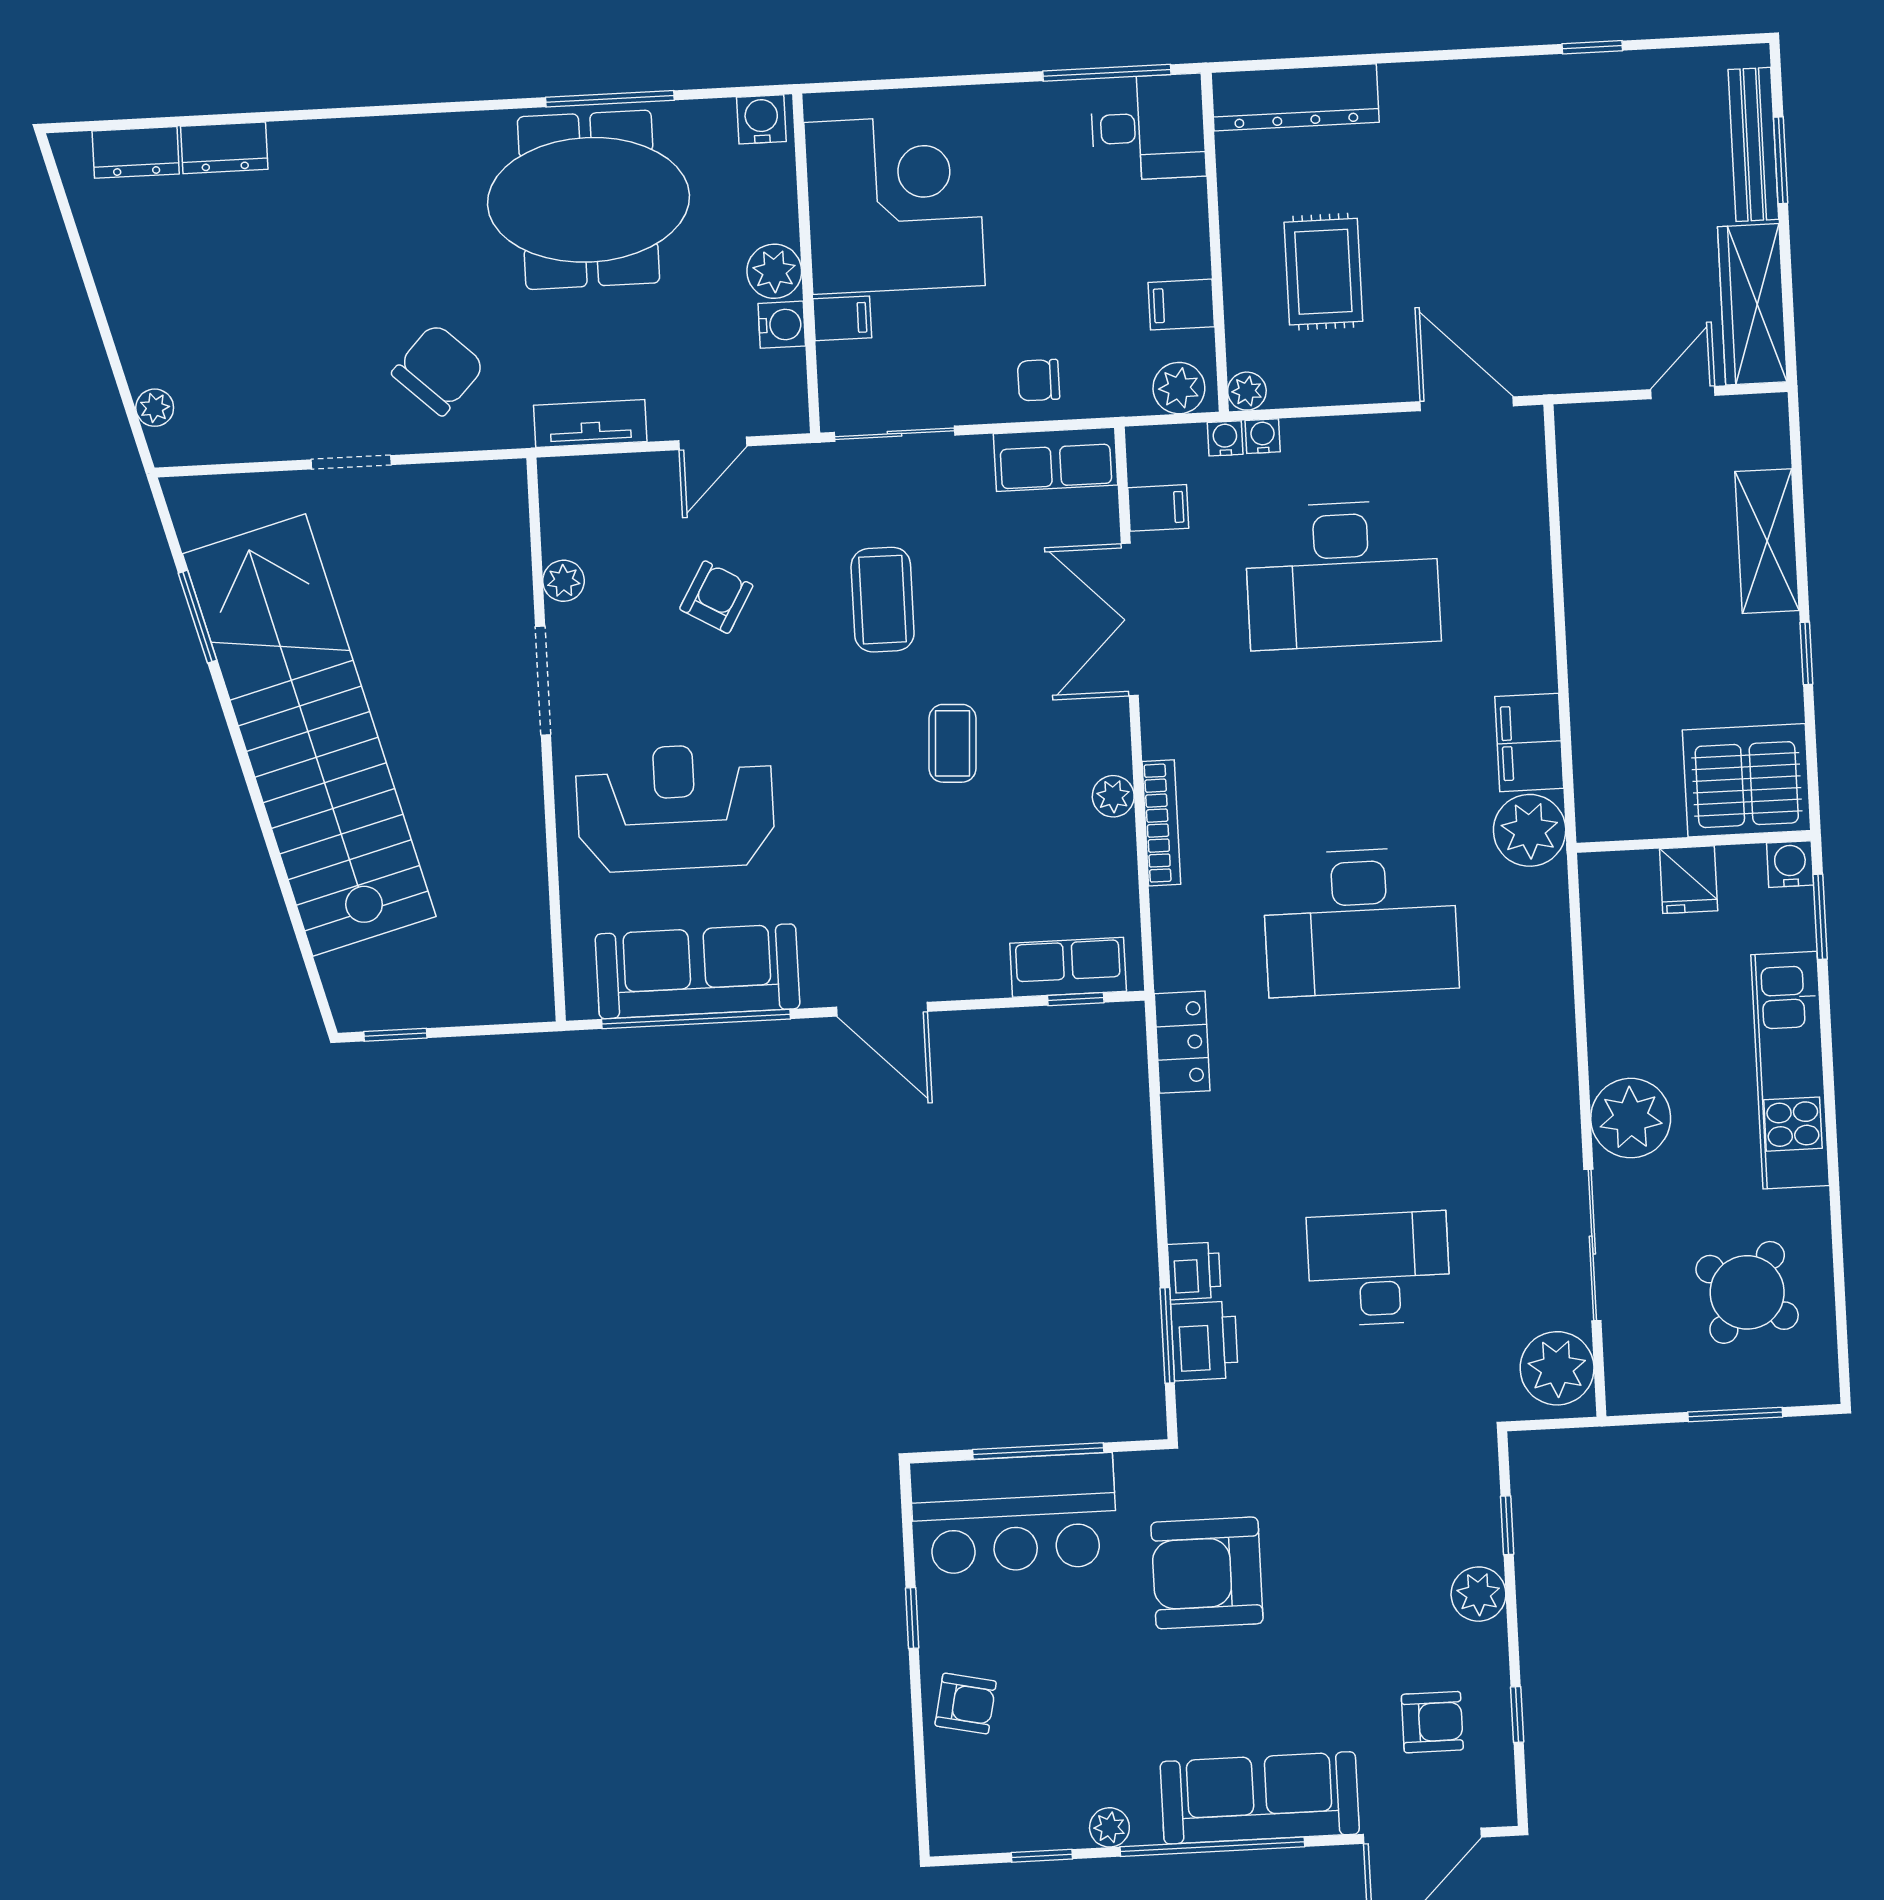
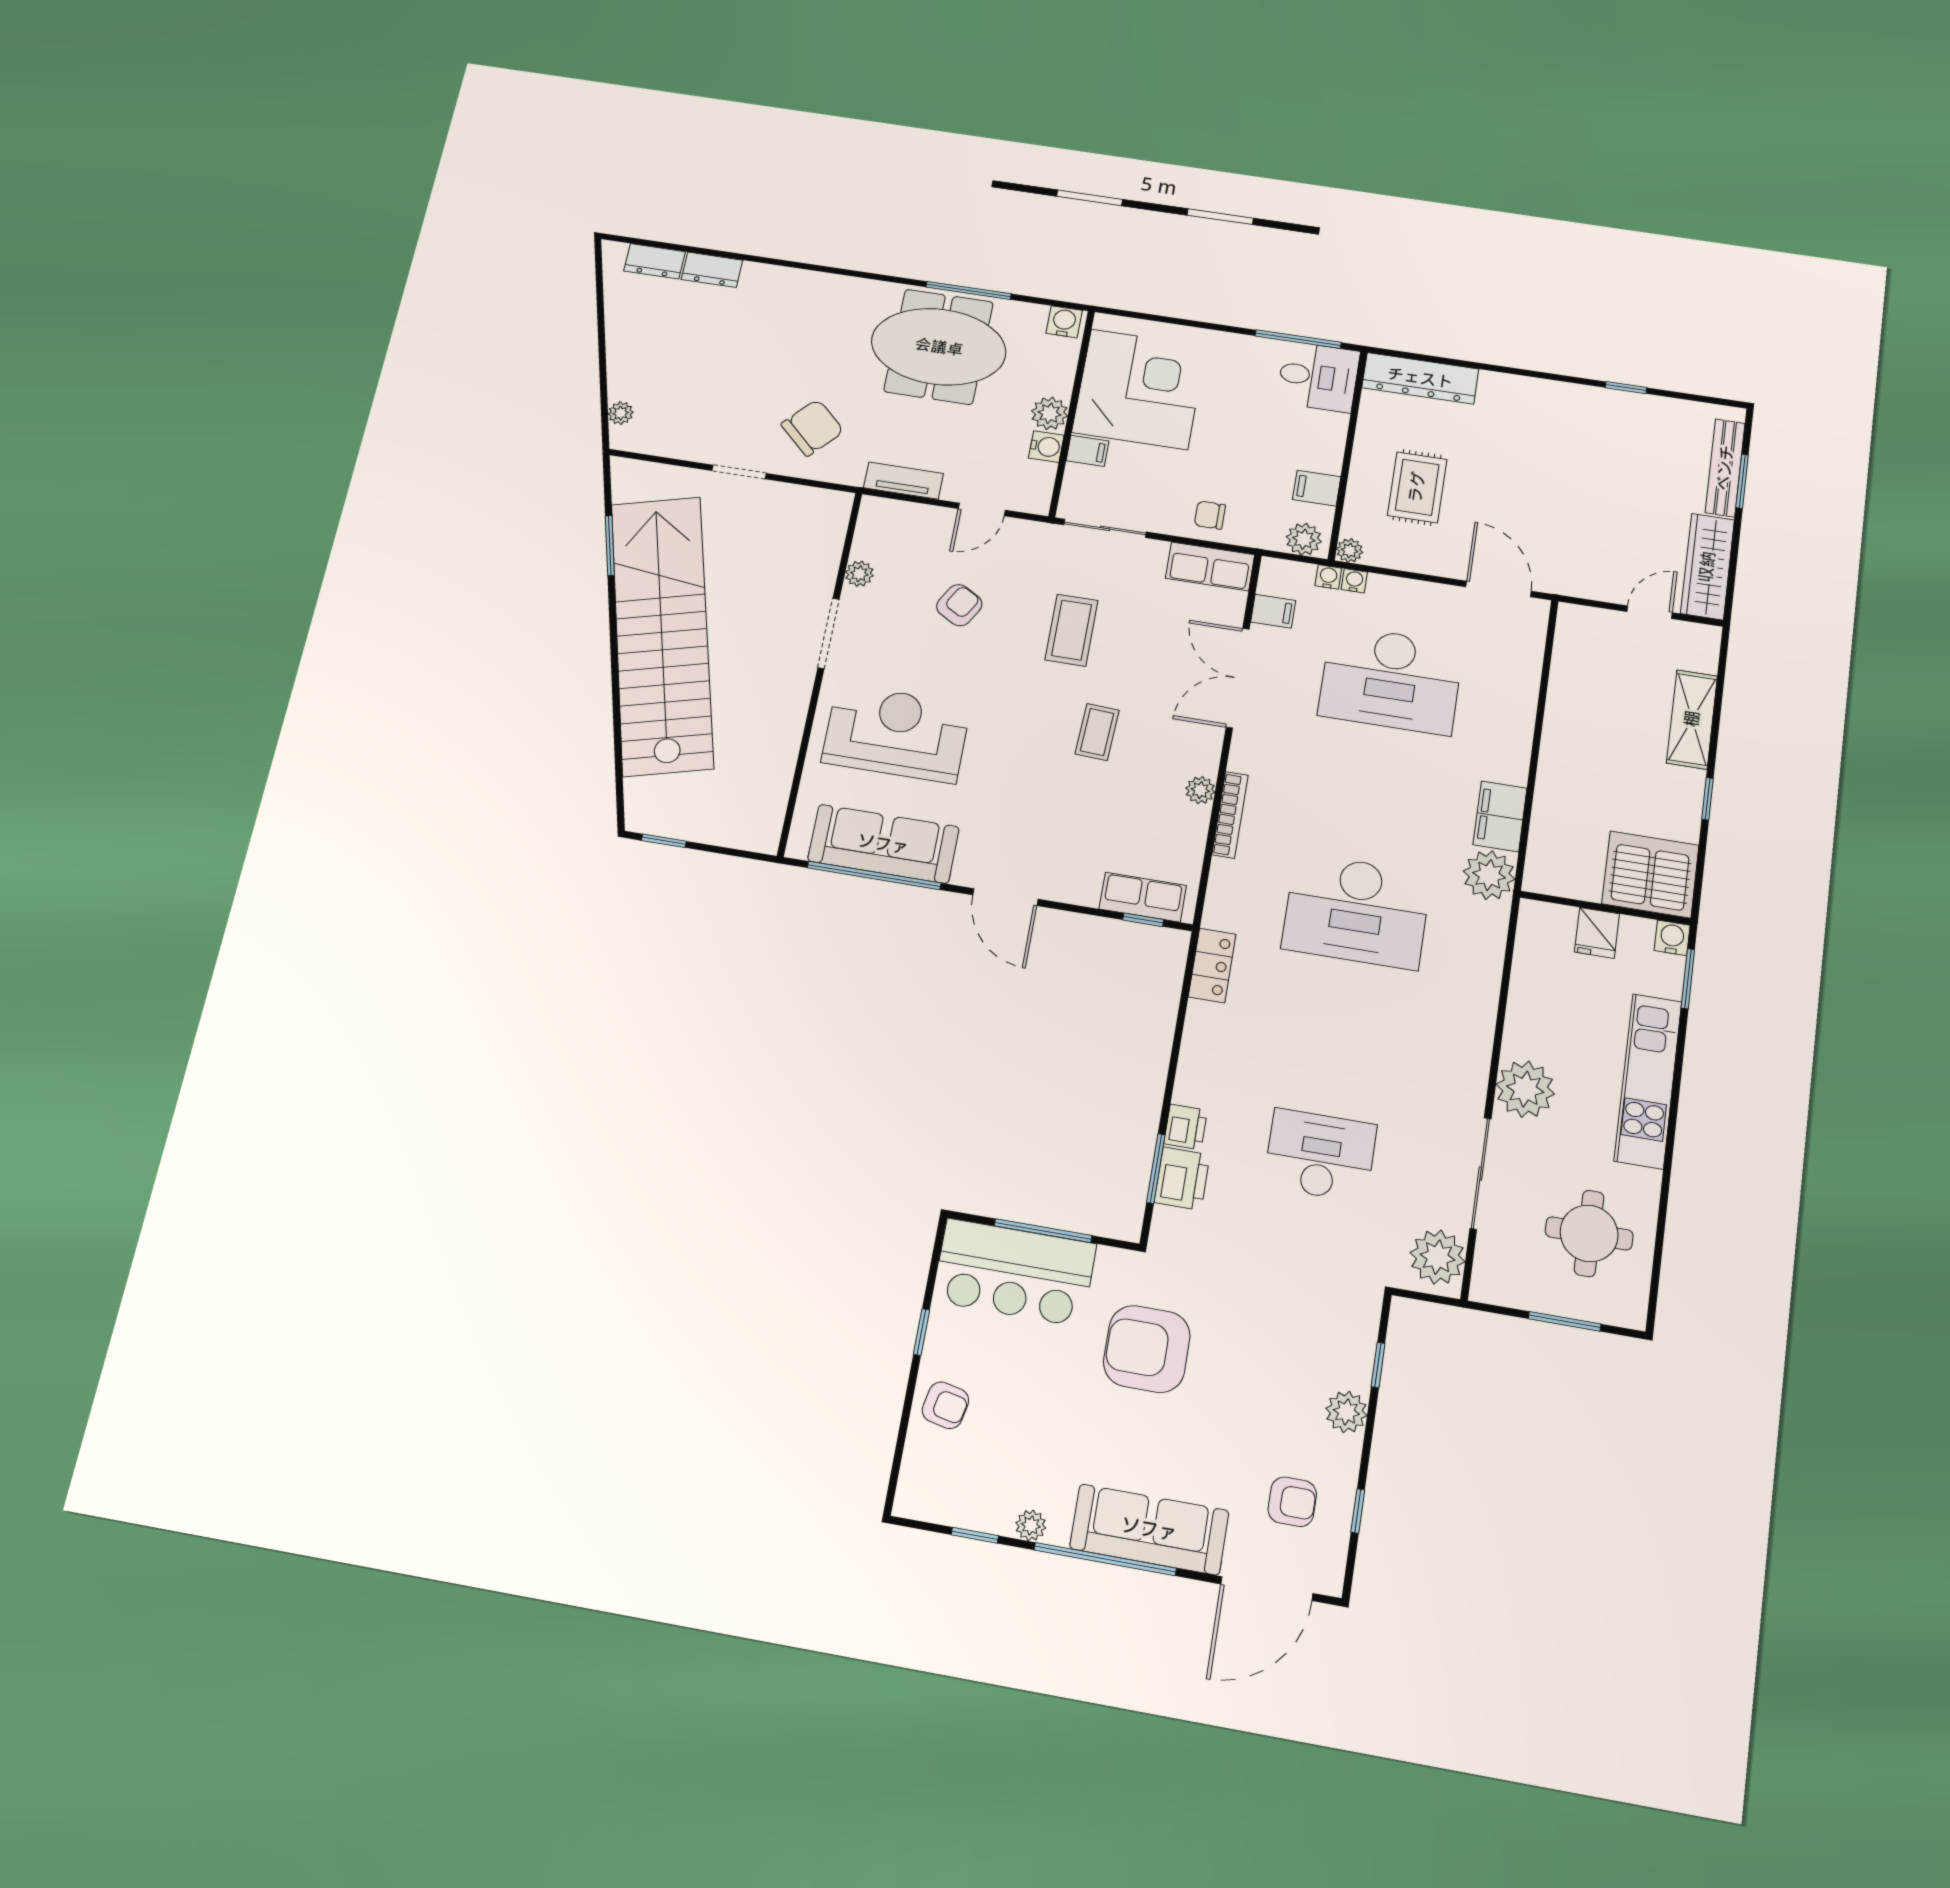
round table: (1747, 1292) -> (1589, 1233), turned -35

